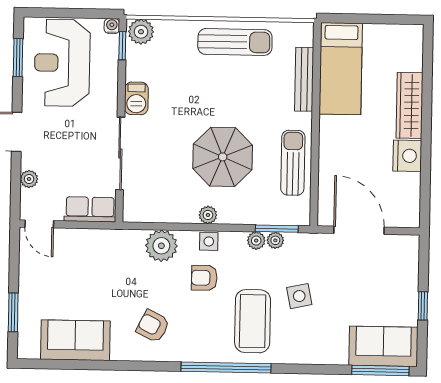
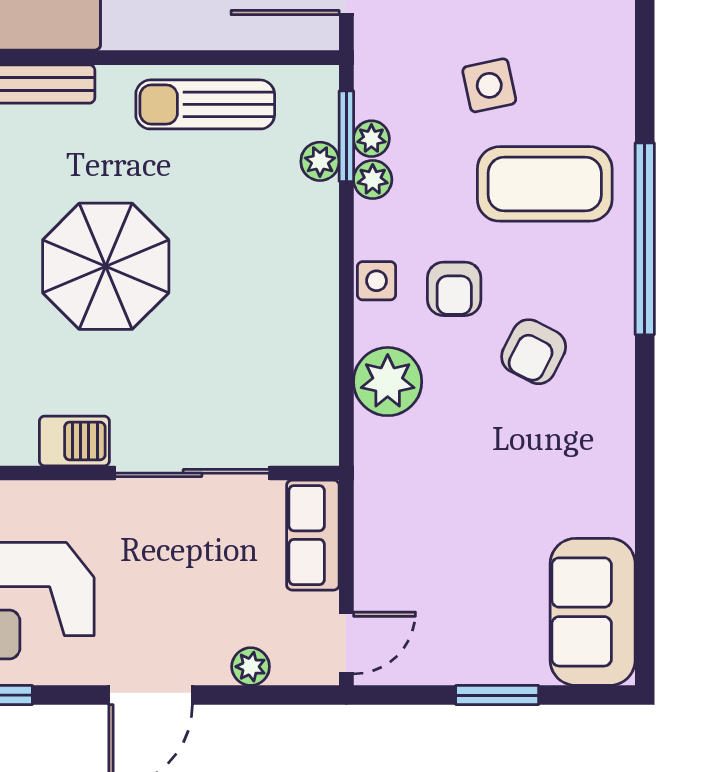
parasol: (223, 157) -> (106, 266), moved
plant: (208, 215) -> (320, 161), moved
window: (13, 312) -> (497, 695), moved
armchair: (153, 326) -> (534, 352), moved
sofa: (75, 340) -> (593, 612), moved

